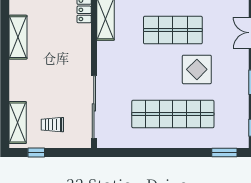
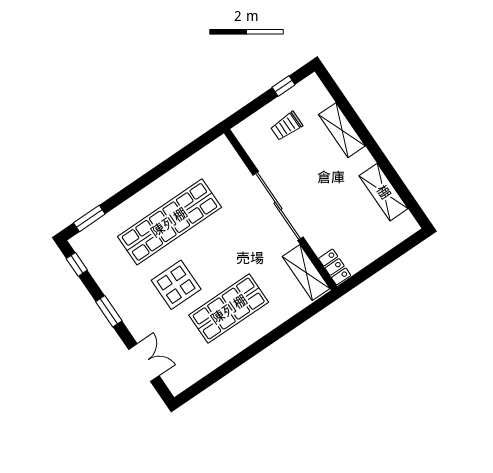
sliding door: (94, 107) -> (278, 206), moved
shelving: (18, 123) -> (342, 130), moved
trolley: (52, 125) -> (287, 126), turned 180

